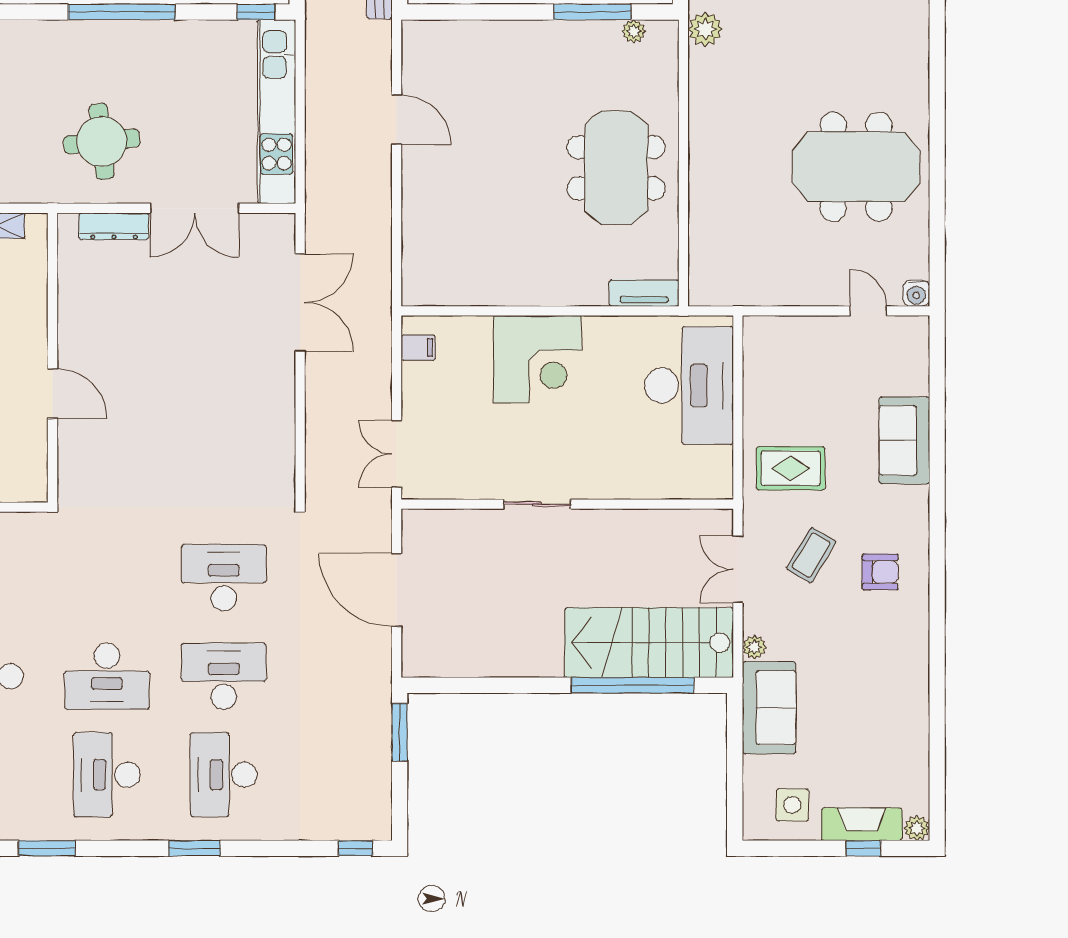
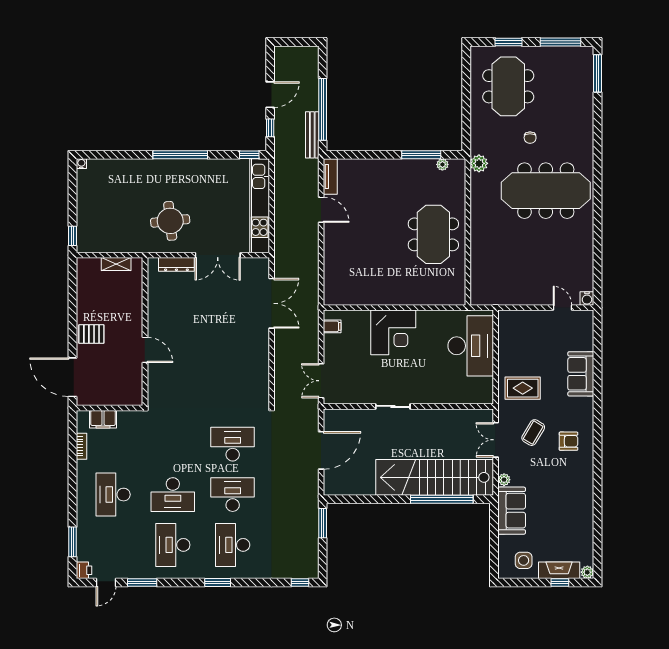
meeting table: (856, 167) -> (546, 191), moved, width x1.36
tv unit: (644, 293) -> (330, 176), moved, turned 90
door: (397, 590) -> (321, 450), swing flipped
stairs: (649, 643) -> (435, 477), width x1.36

